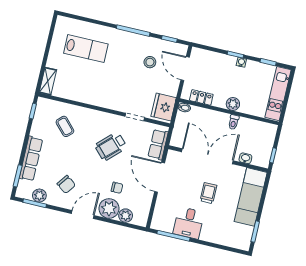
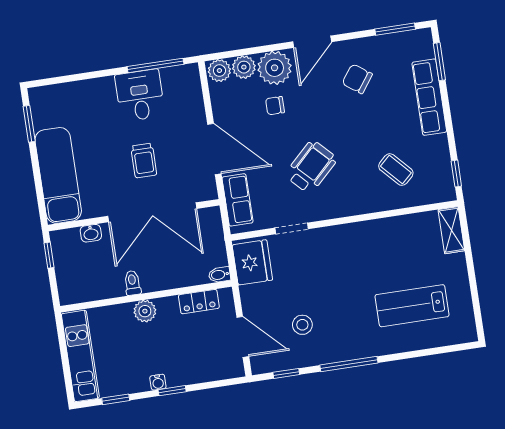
trolley: (208, 193) -> (144, 160), moved
plant: (39, 196) -> (219, 71), moved

